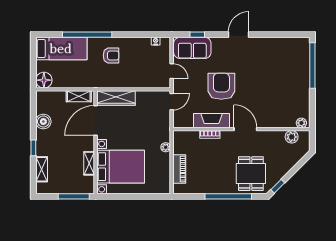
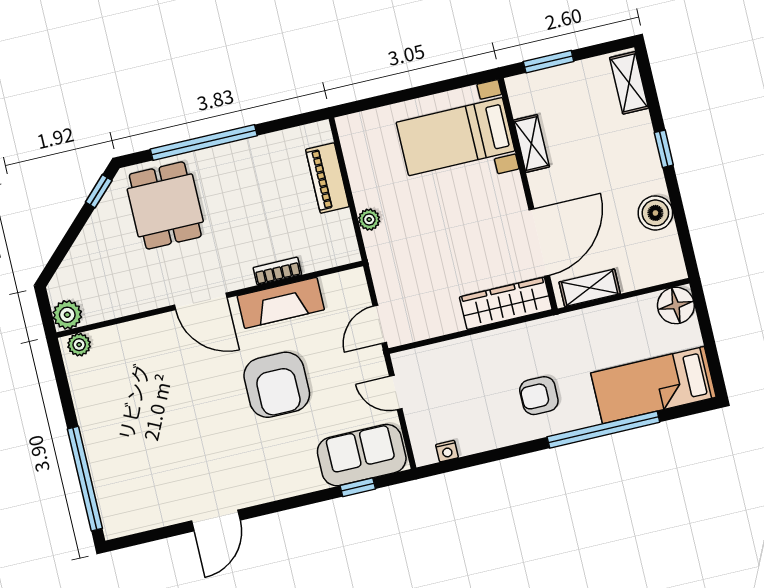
door: (239, 35) -> (216, 521), moved
plant: (292, 137) -> (67, 315), moved
bed with nightstands: (121, 167) -> (456, 137), width x0.73
shelving: (42, 169) -> (629, 83), moved
window: (74, 196) -> (549, 62), width x0.69

